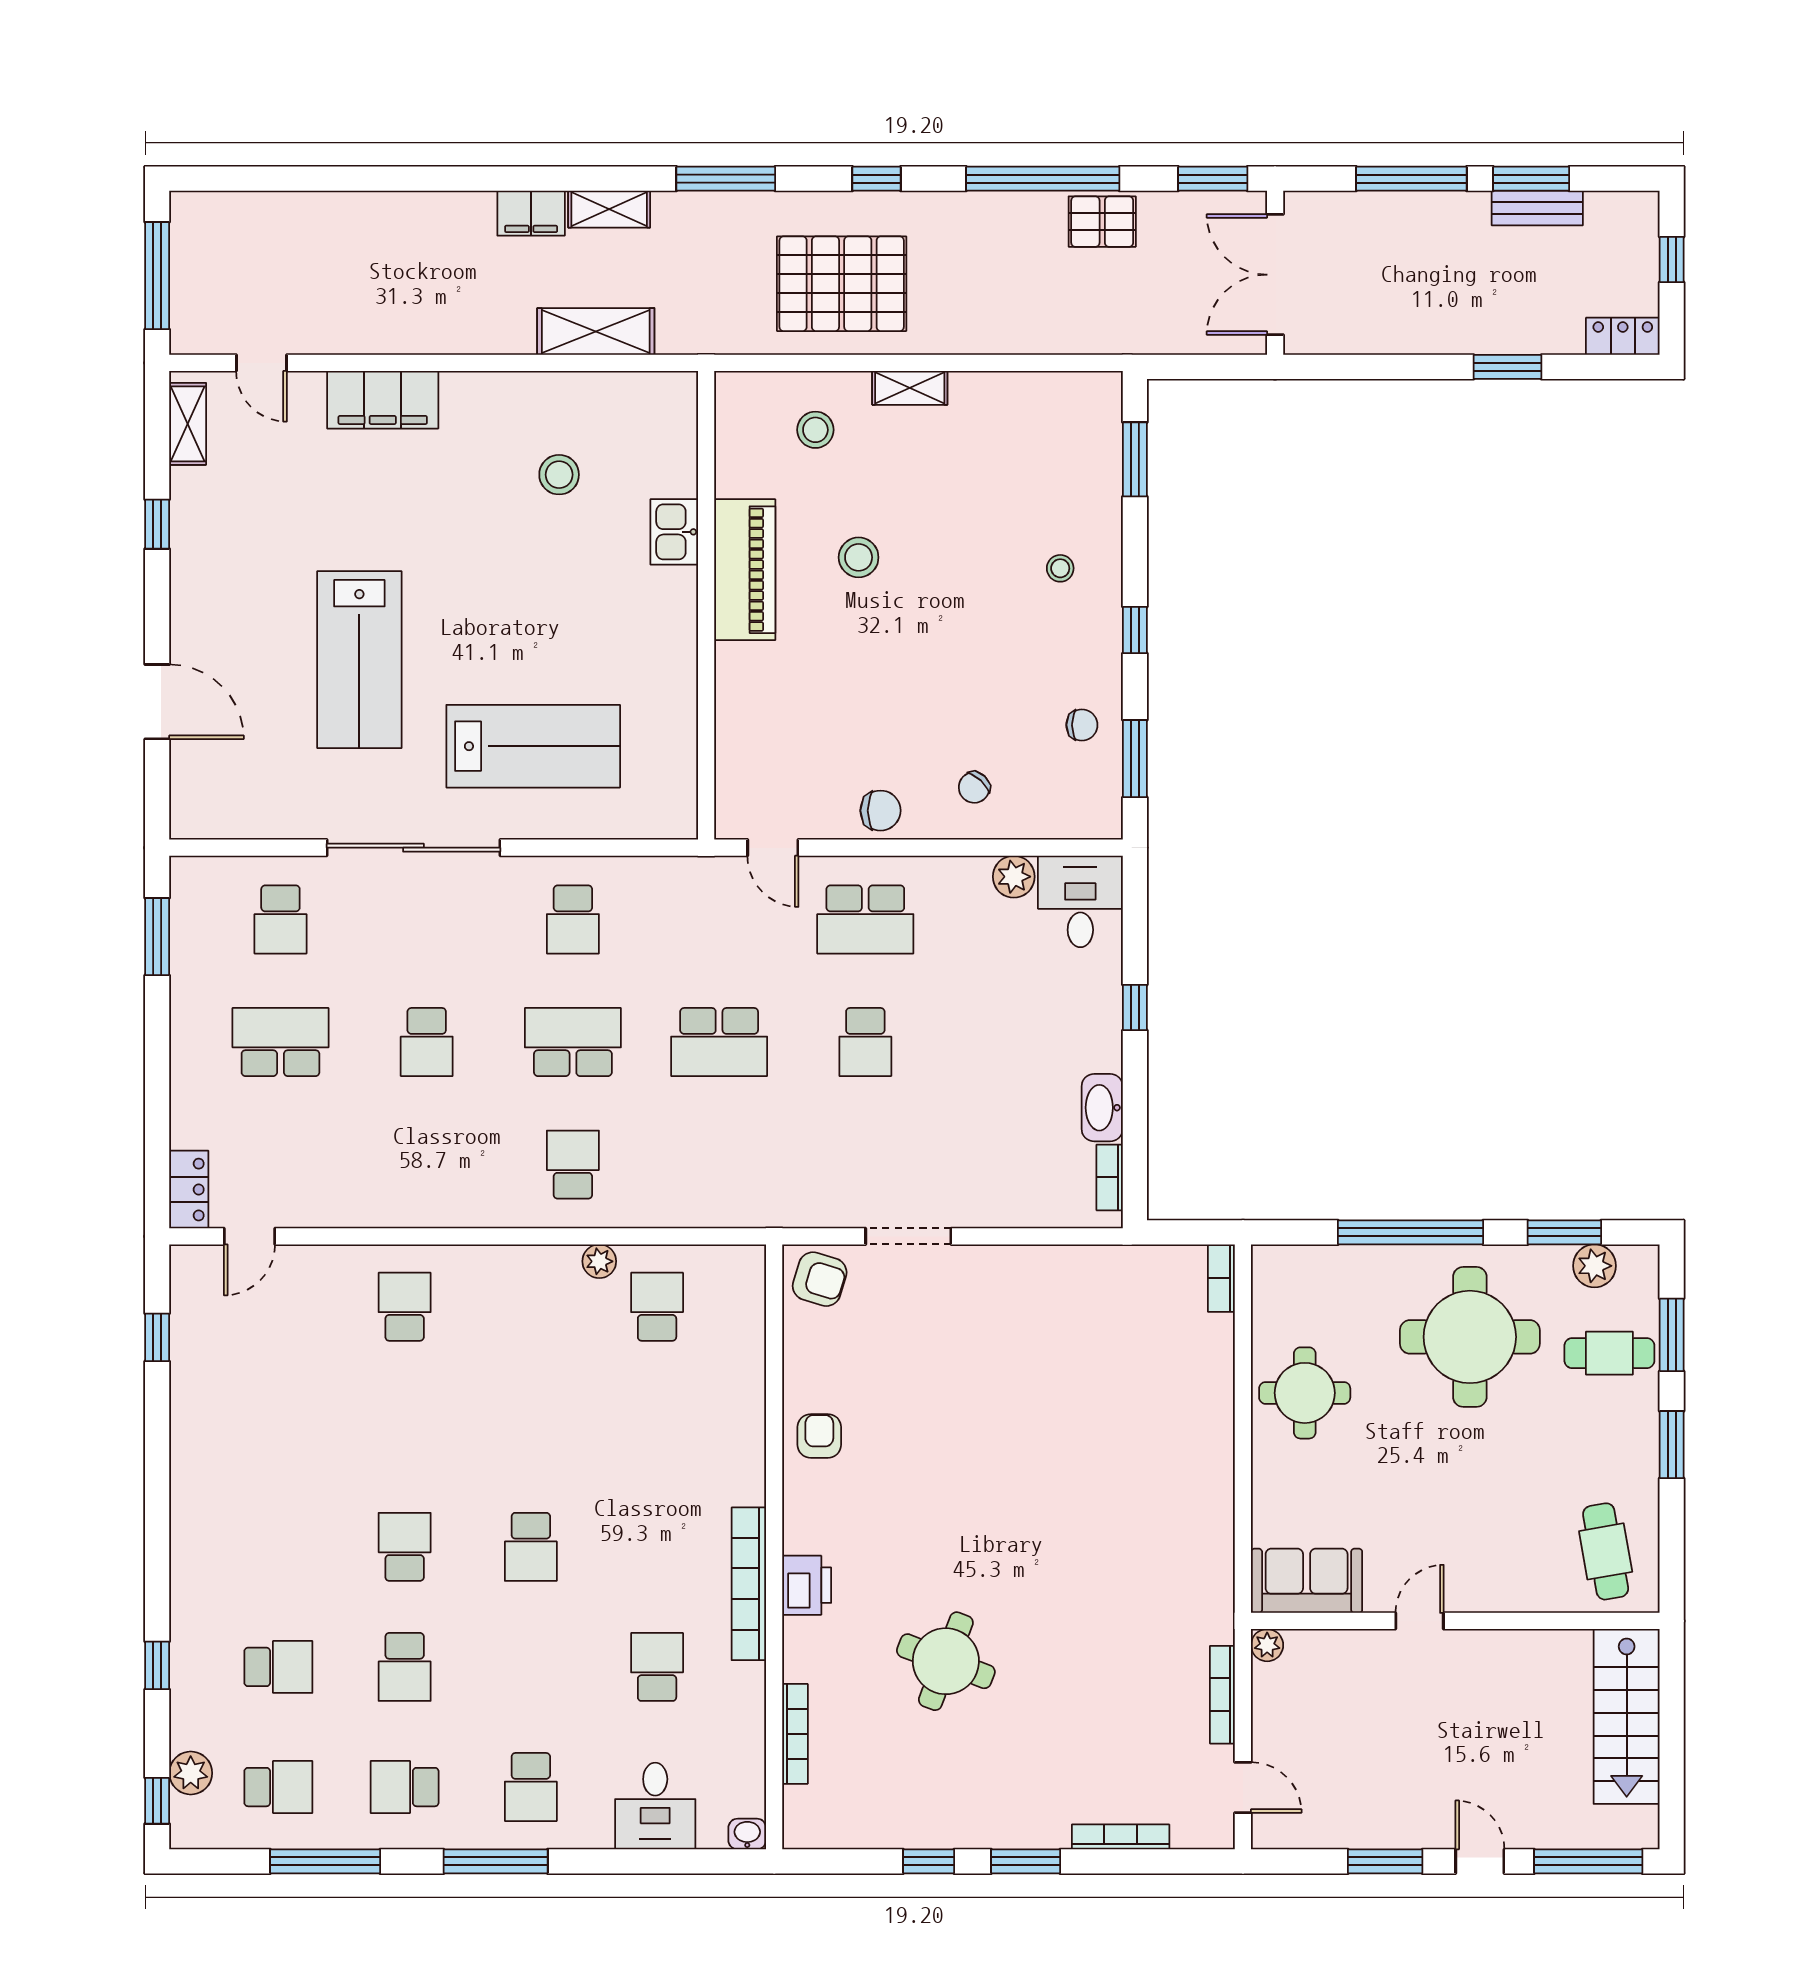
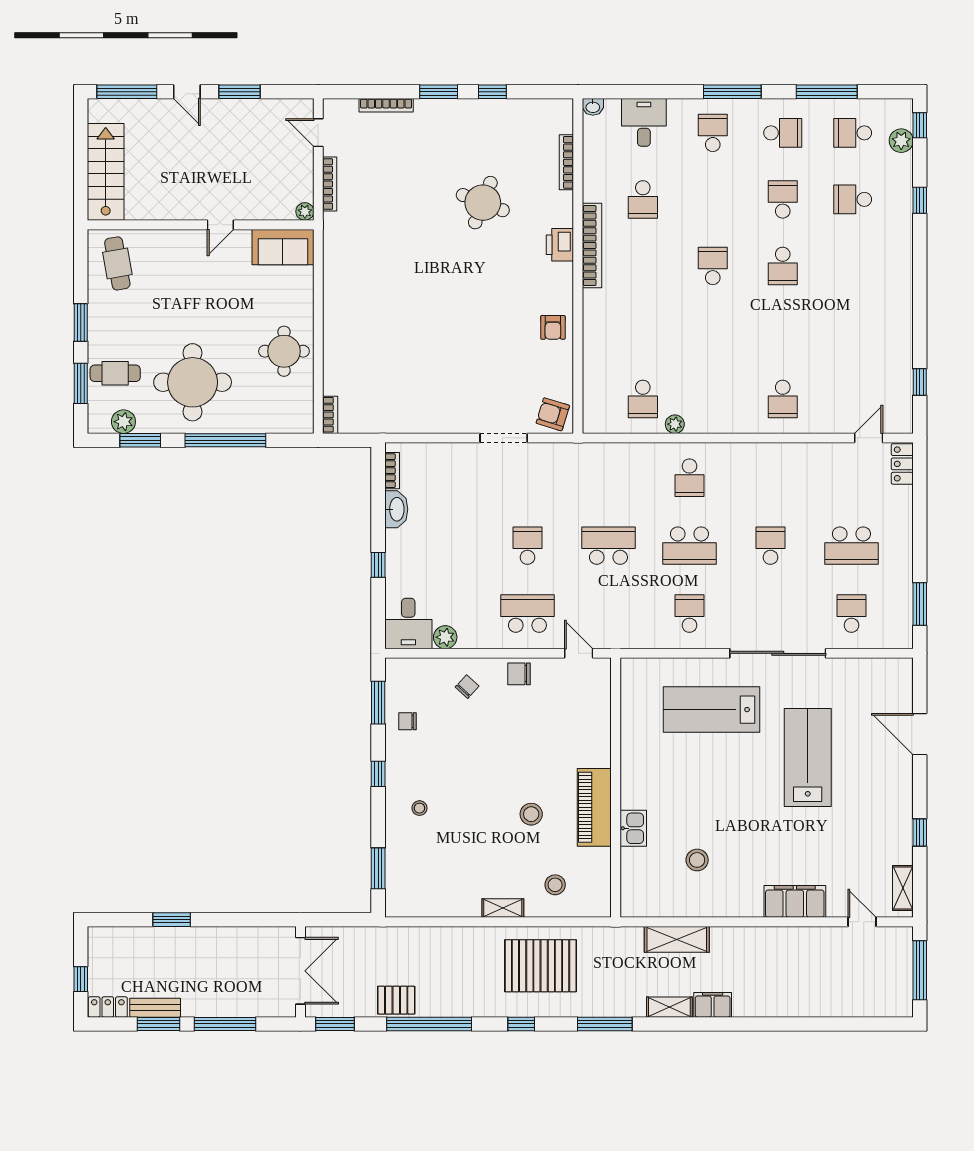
locker: (1623, 336) -> (108, 1007), moved, turned 180

